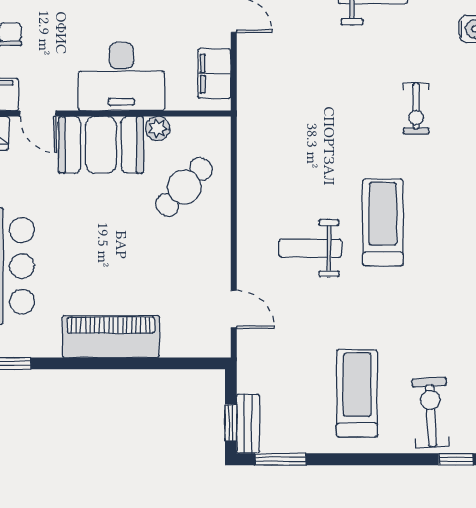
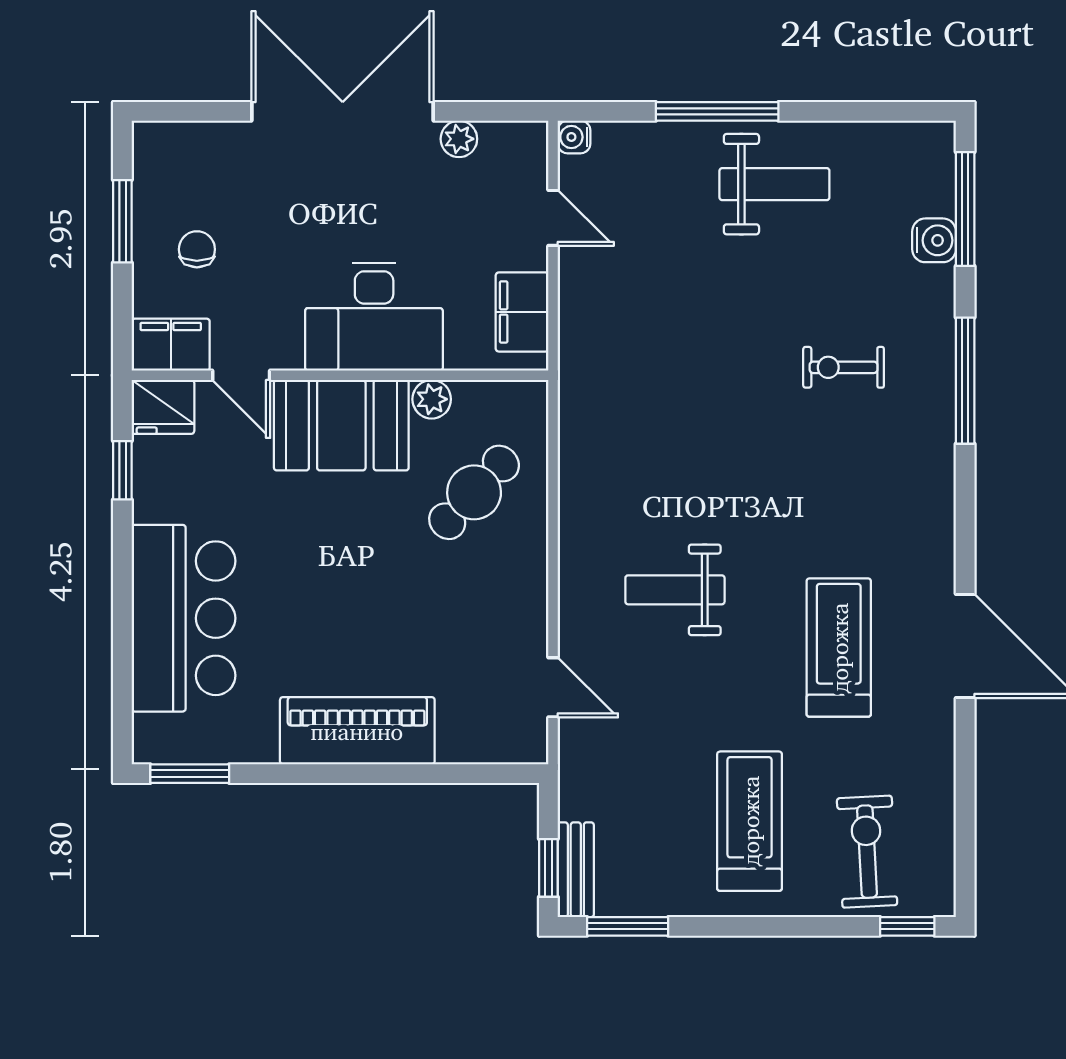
exercise bike: (416, 108) -> (844, 367), turned 90
treadmill: (383, 222) -> (839, 648), moved

